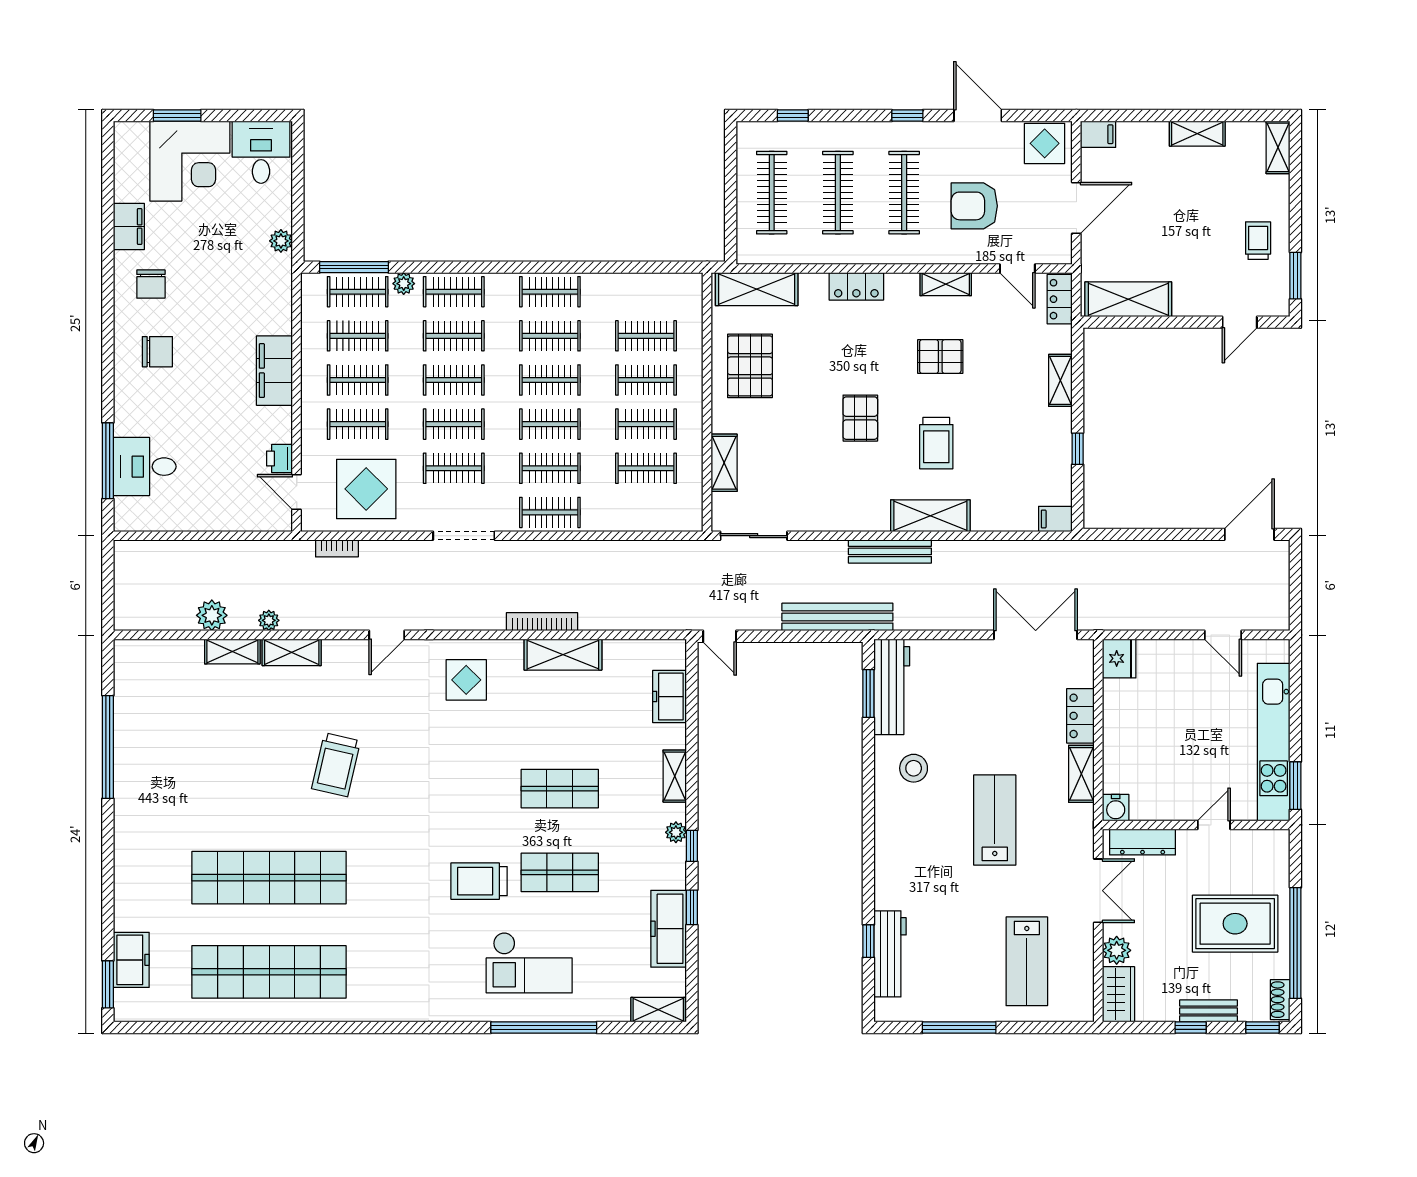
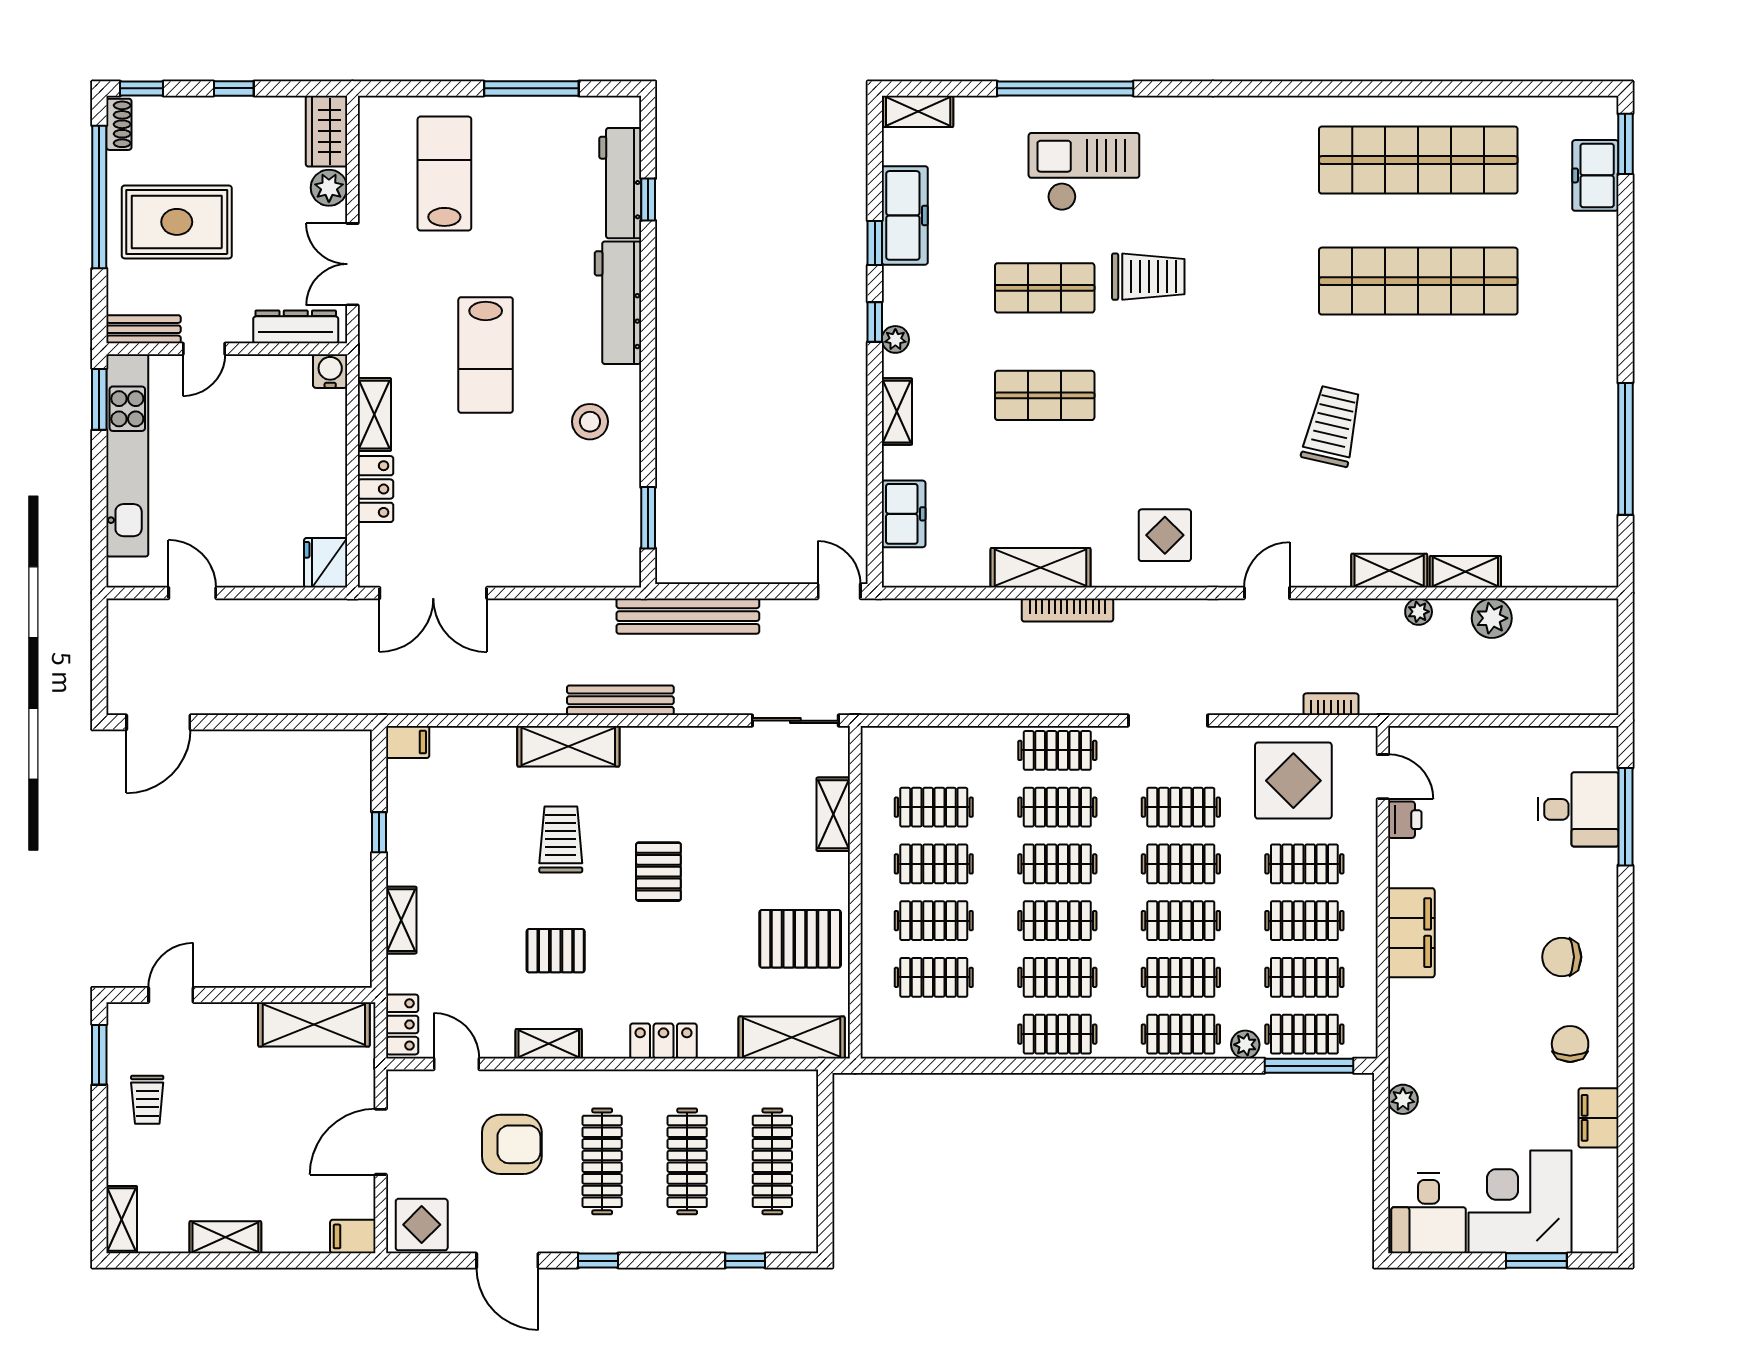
pallet: (750, 366) -> (800, 939), turned 90
workbench: (892, 687) -> (618, 303), moved
bench: (1209, 1011) -> (143, 329), moved

